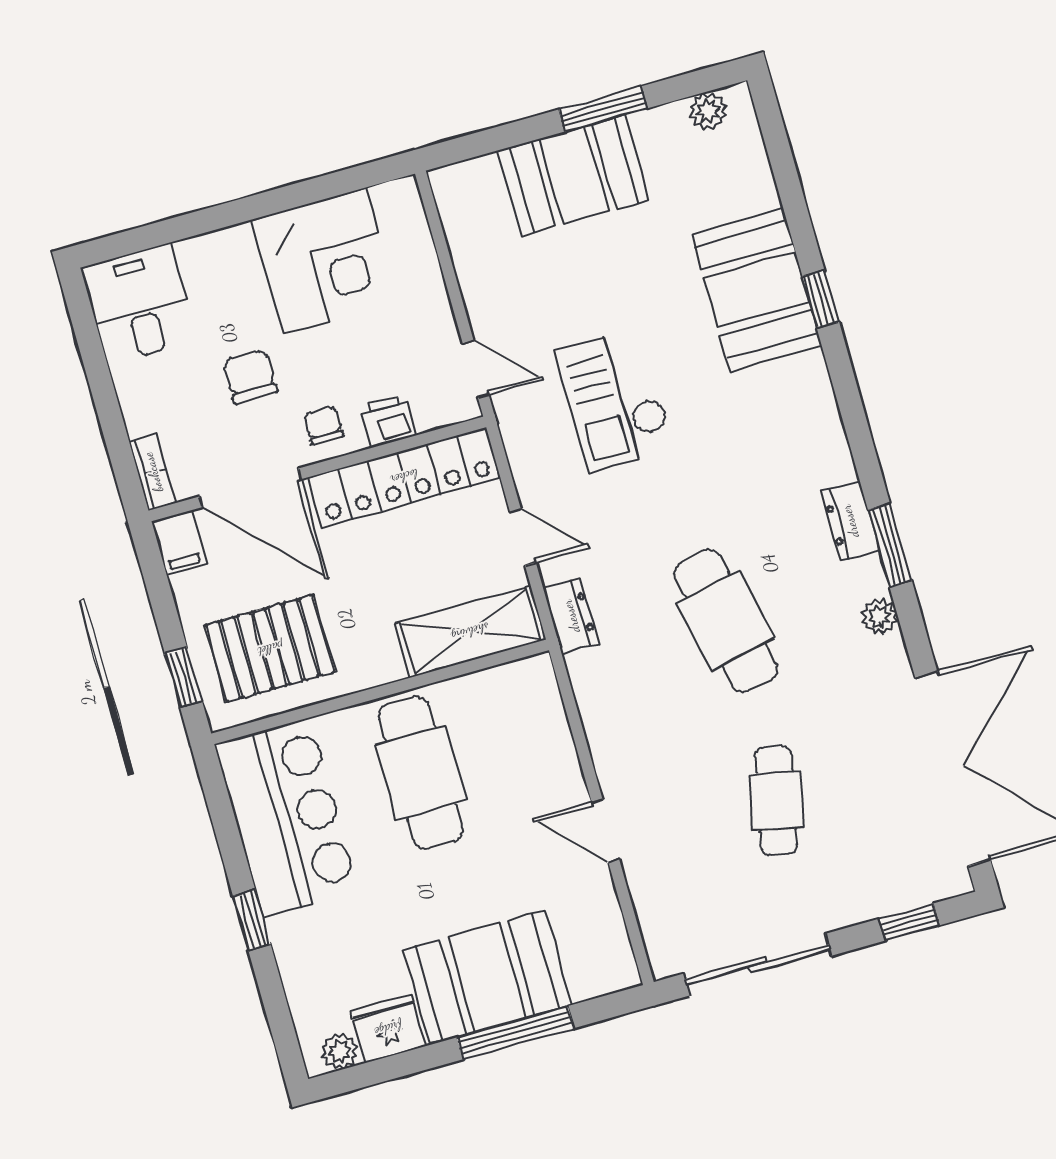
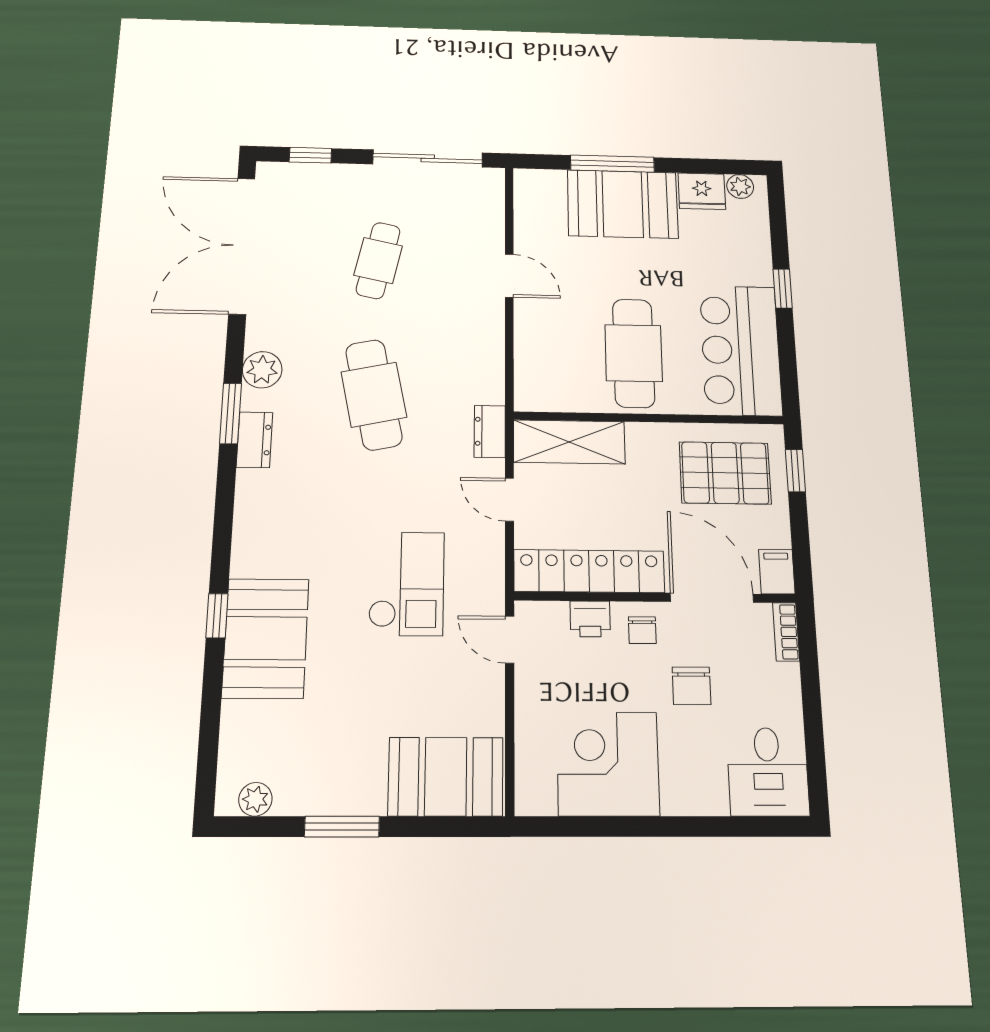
booth: (574, 175) -> (446, 777), moved
plant: (879, 617) -> (262, 370), width x1.38, depth x1.38

